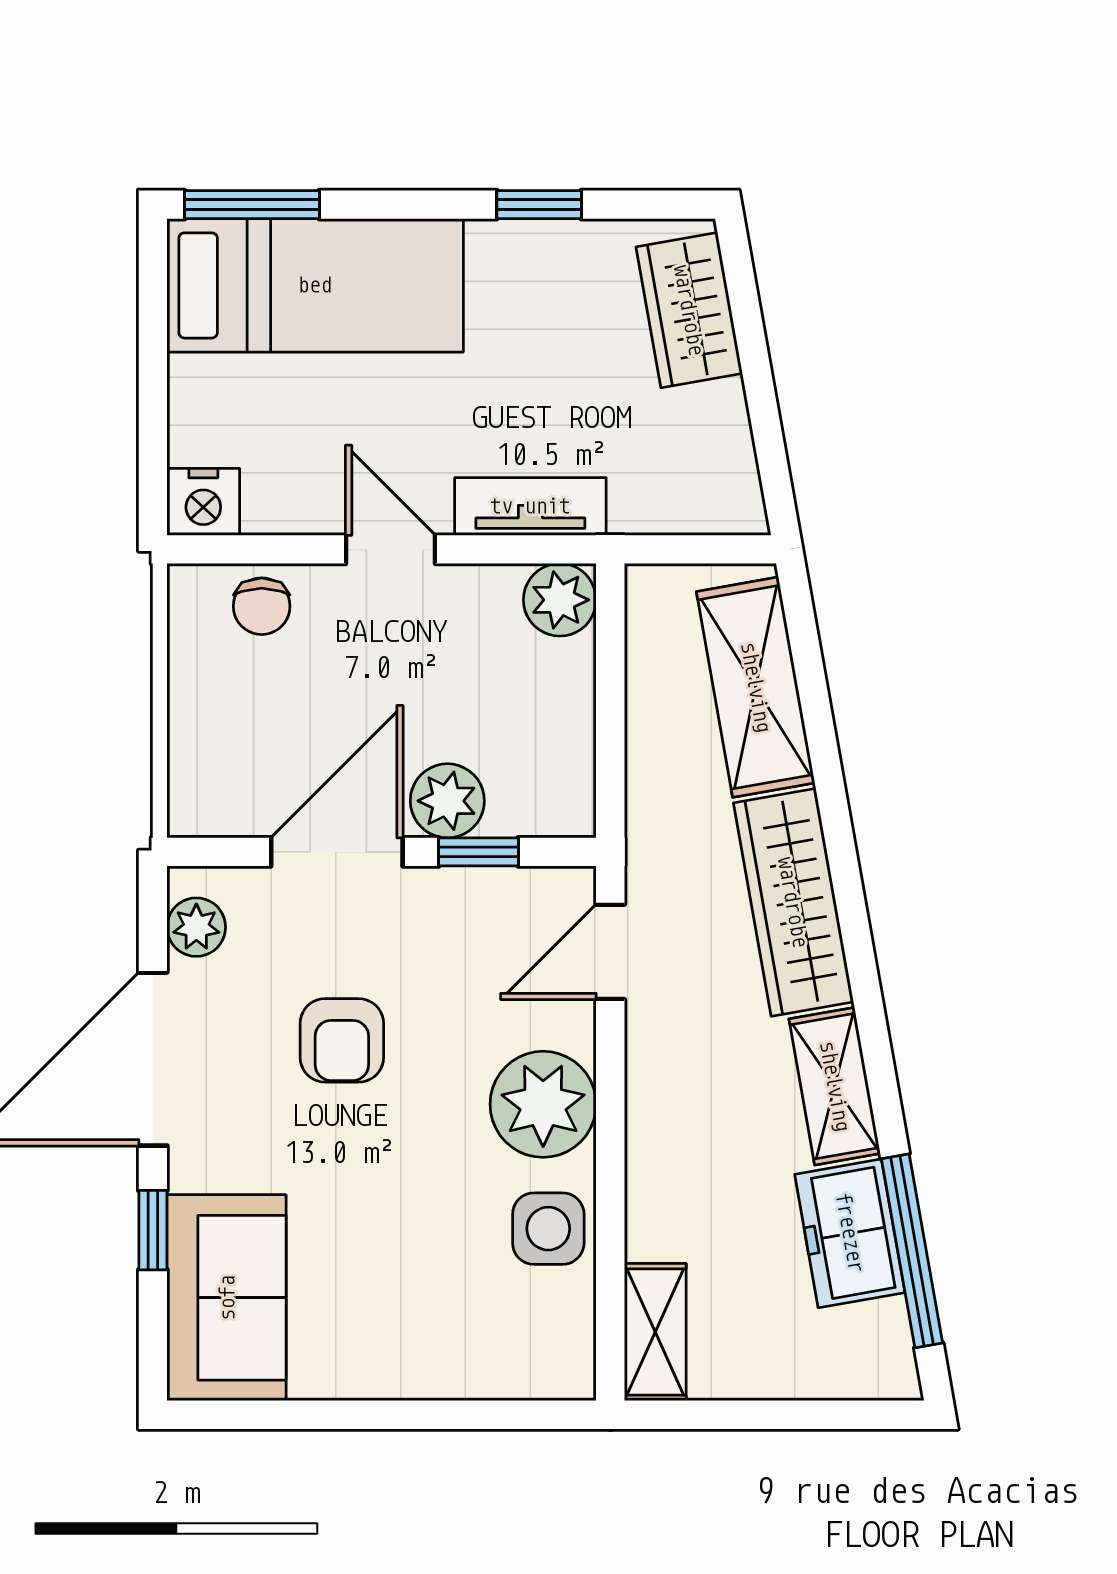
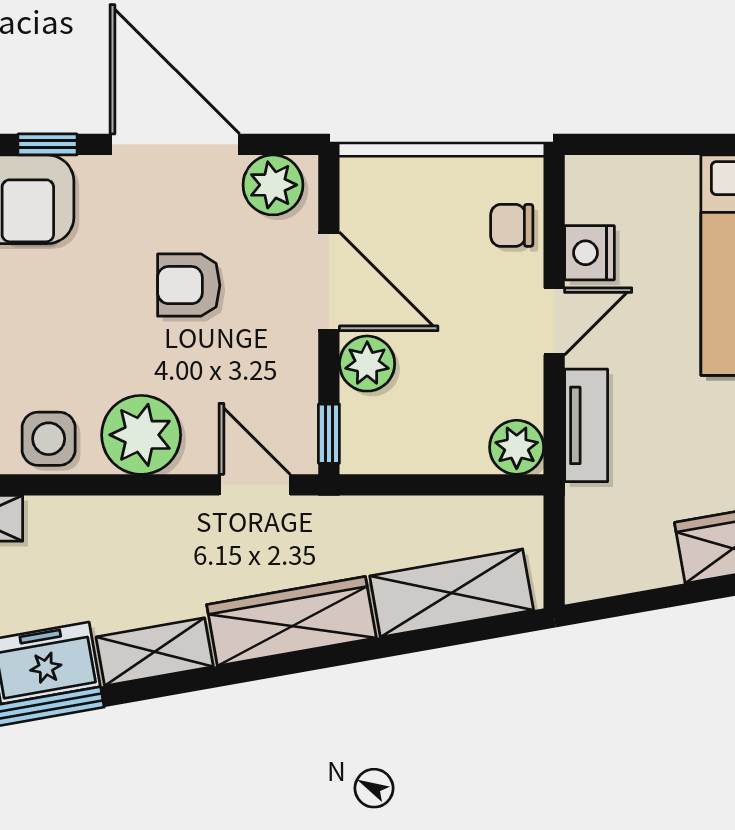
nightstand: (203, 502) -> (589, 253), moved
window: (479, 852) -> (329, 434), moved
plant: (196, 927) -> (273, 185), width x1.38, depth x1.38

